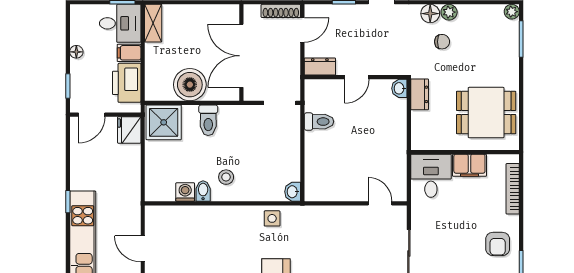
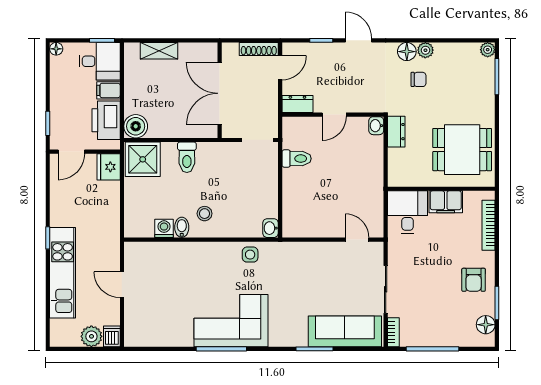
shelving: (153, 23) -> (159, 51), moved, turned 90
floor lamp: (76, 52) -> (56, 49), moved
boiler: (190, 85) -> (136, 126), moved, width x0.73, depth x0.73

